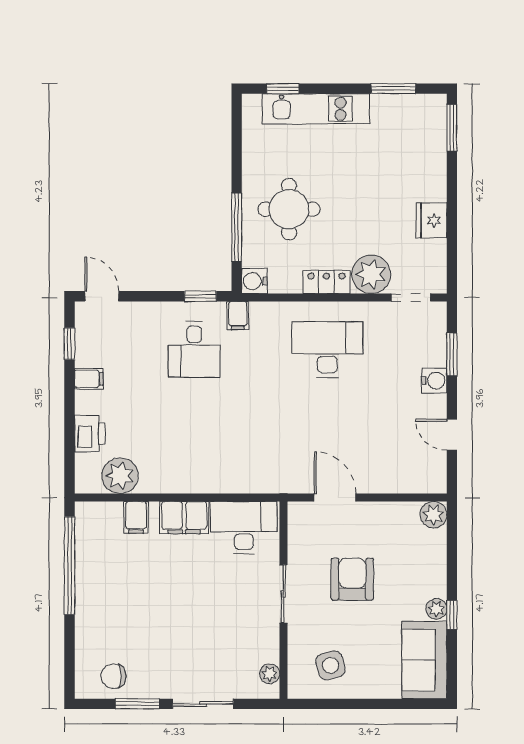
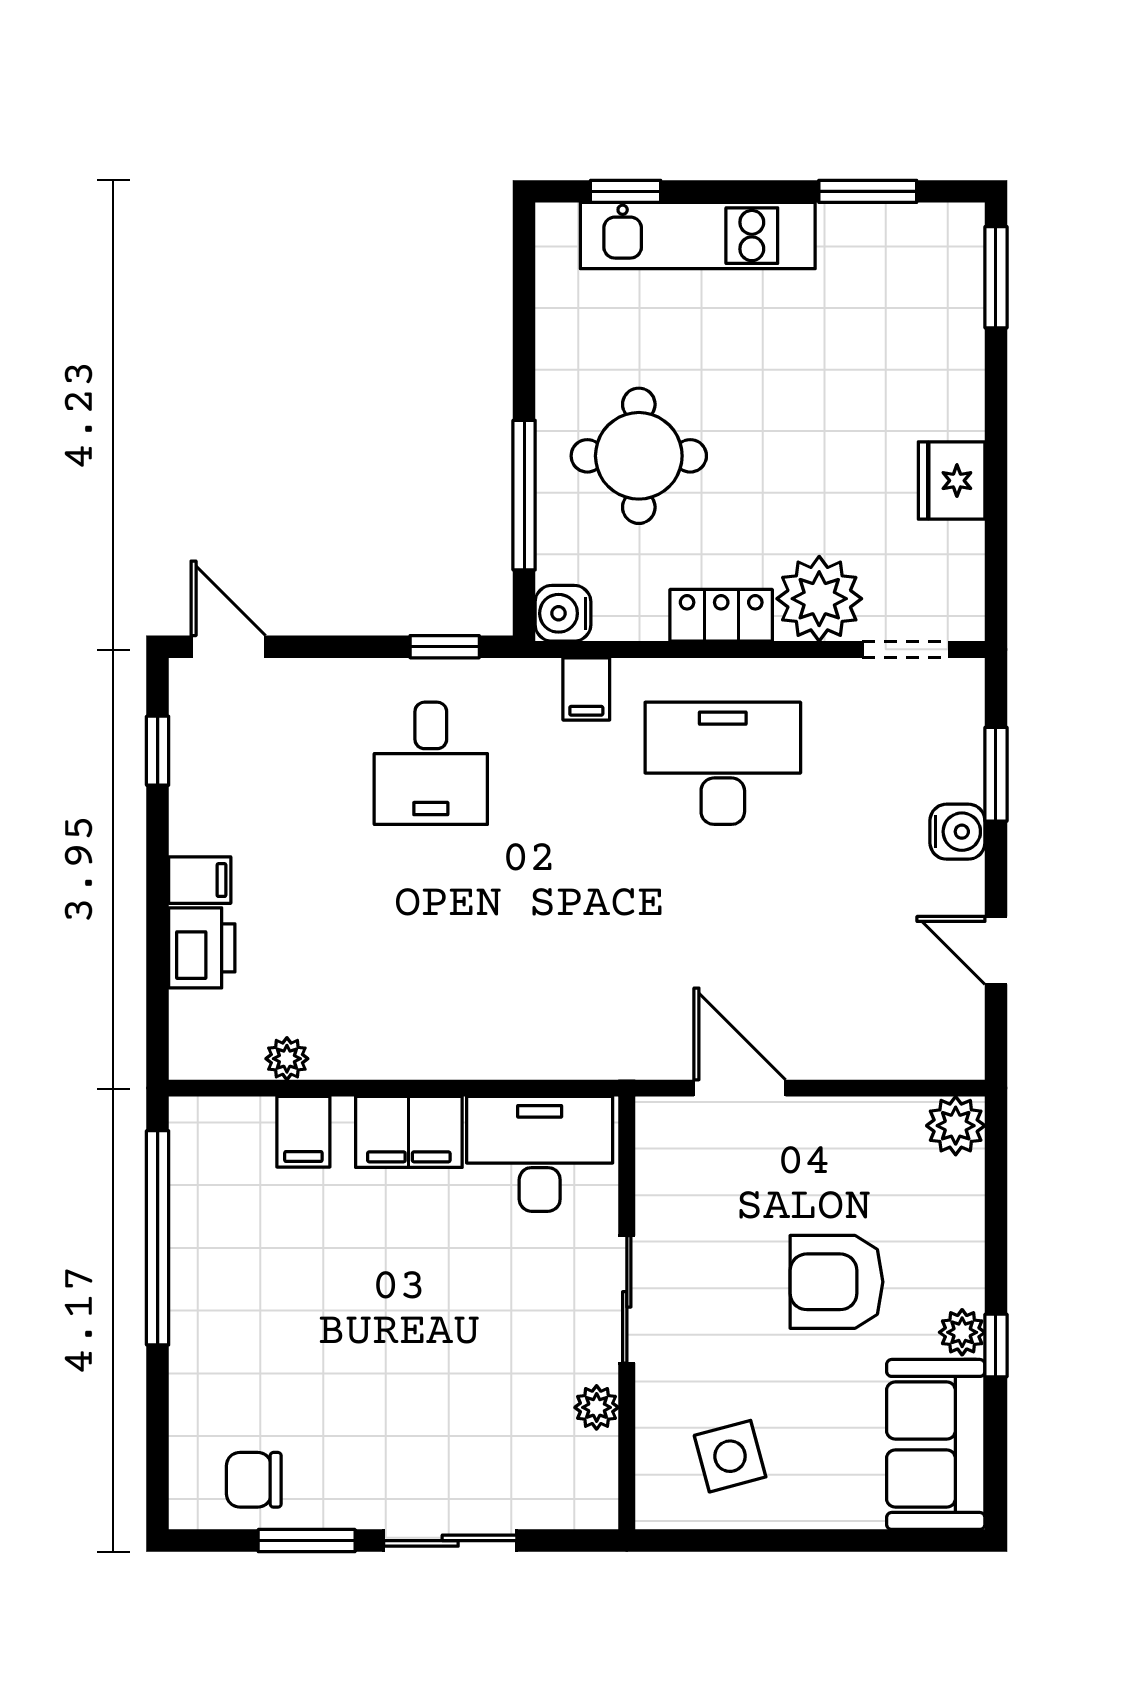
filing cabinet: (238, 316) -> (586, 689), moved
filing cabinet: (89, 379) -> (200, 880), moved
plant: (120, 476) -> (287, 1059), width x0.53, depth x0.53
armchair: (352, 579) -> (836, 1282), moved, turned -90
plant: (270, 674) -> (597, 1407), moved

